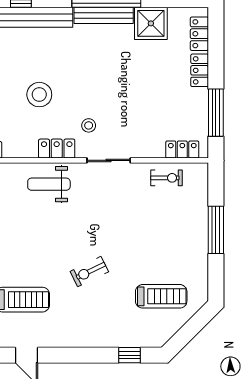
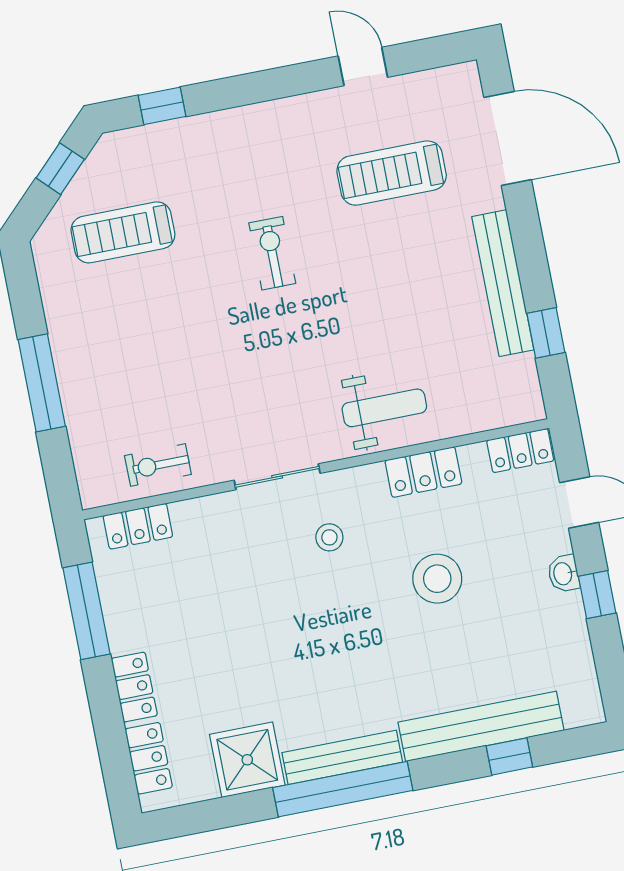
locker: (57, 149) -> (423, 472), moved
exercise bike: (89, 272) -> (272, 253), turned -64
window: (186, 334) -> (60, 169), added

